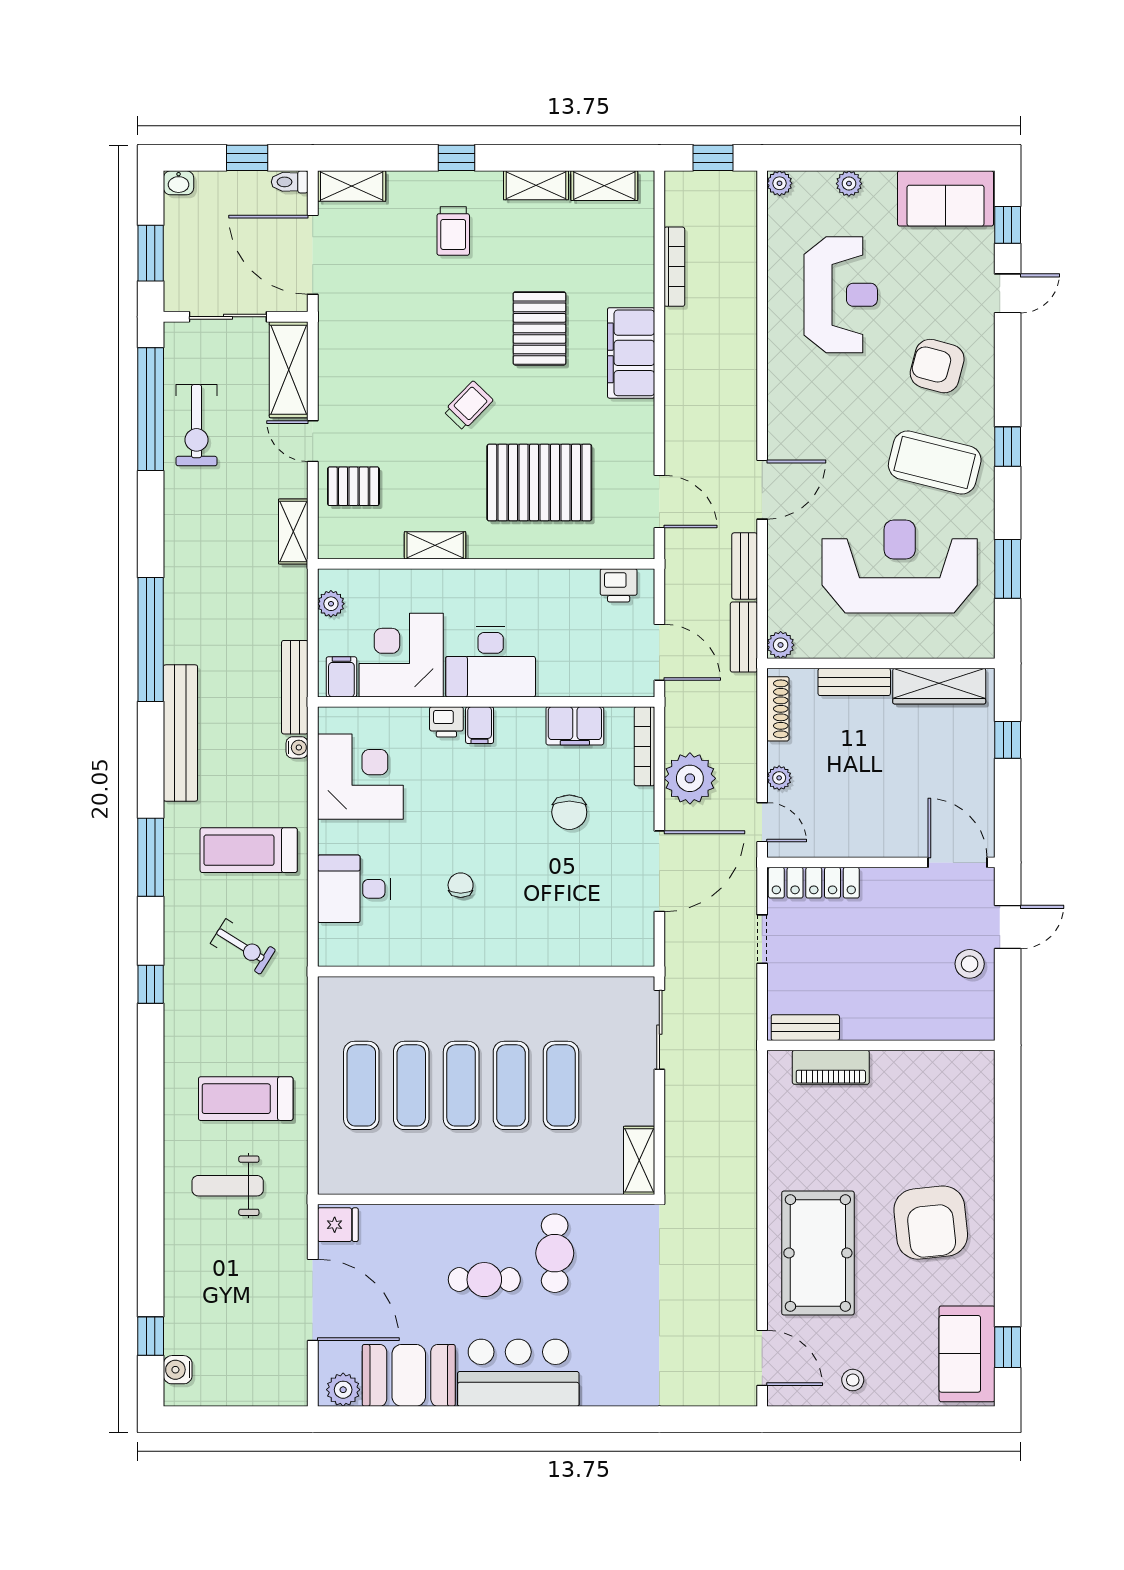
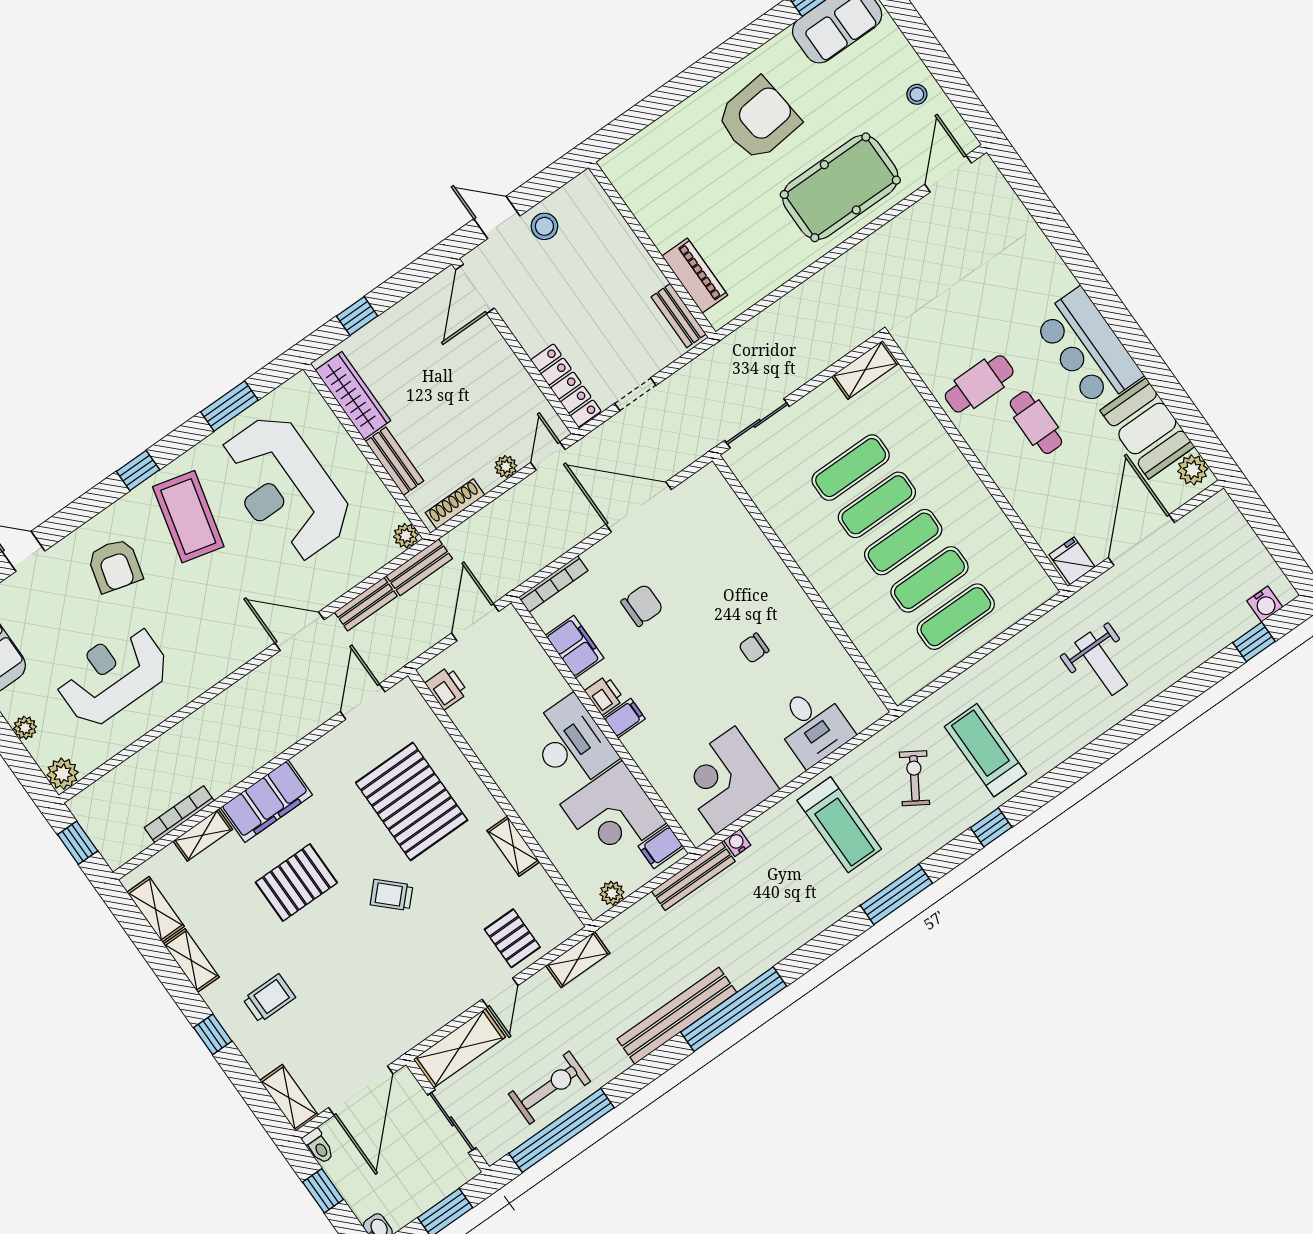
plant: (780, 183) -> (63, 774), width x1.38, depth x1.38
shelving: (641, 275) -> (203, 835), added
printer: (446, 722) -> (604, 695), moved
bench: (180, 733) -> (677, 1016), moved
plant: (690, 778) -> (553, 533), removed
treadmill: (246, 1099) -> (985, 750), moved, turned 180

